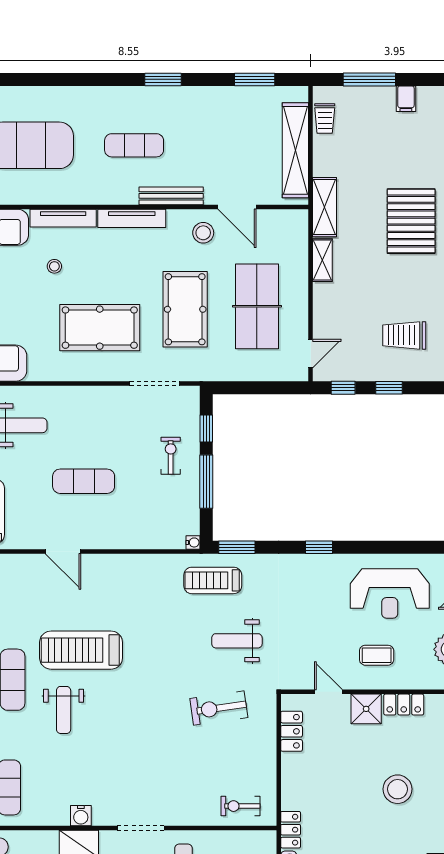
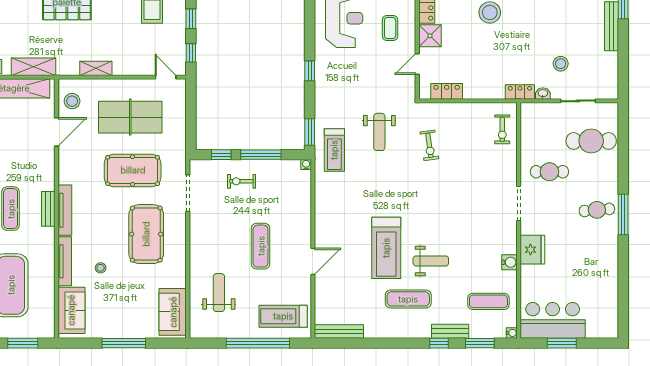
bench: (171, 196) -> (48, 209), moved, width x0.73
shelving: (325, 207) -> (34, 67), moved
stool: (203, 233) -> (72, 101), moved
exercise bike: (219, 708) -> (429, 145), width x0.73, depth x0.72
water cooler: (81, 816) -> (509, 262), moved

